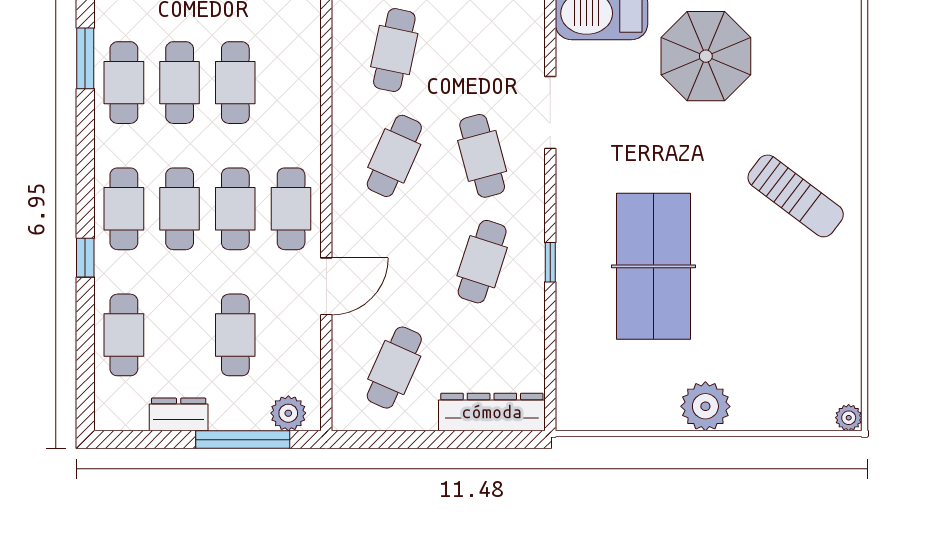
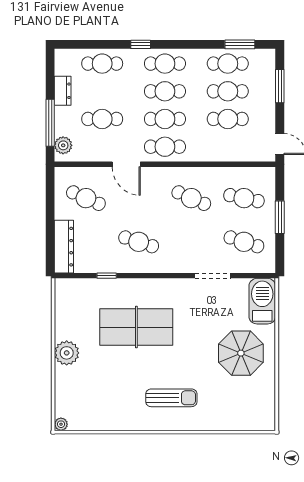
cafe table: (482, 156) -> (244, 242), moved, turned 33
sun lounger: (796, 196) -> (171, 398), turned -127
window: (550, 262) -> (107, 276), moved

